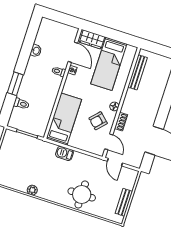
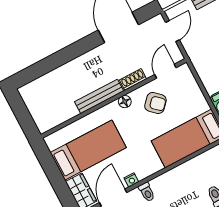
bench: (138, 72) -> (99, 96), moved
door: (115, 162) -> (172, 31), moved

